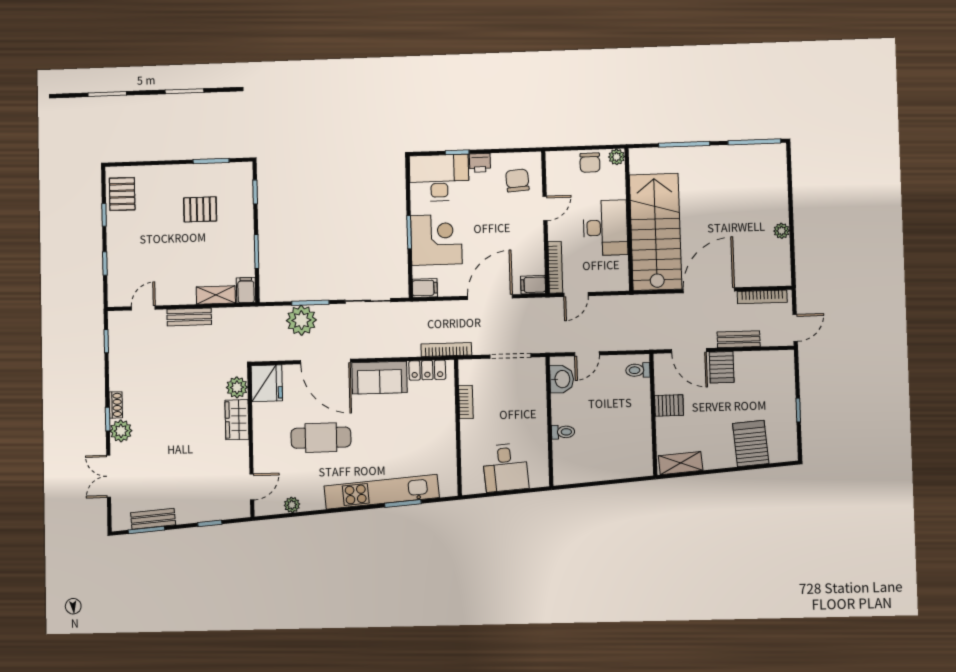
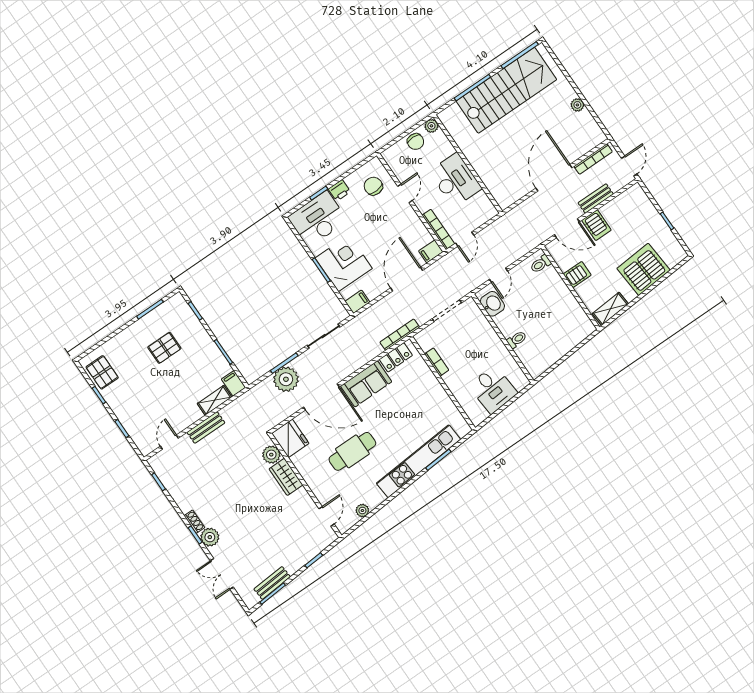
stairs: (656, 232) -> (506, 90), moved, turned 90
server rack: (751, 443) -> (643, 269), width x1.60

